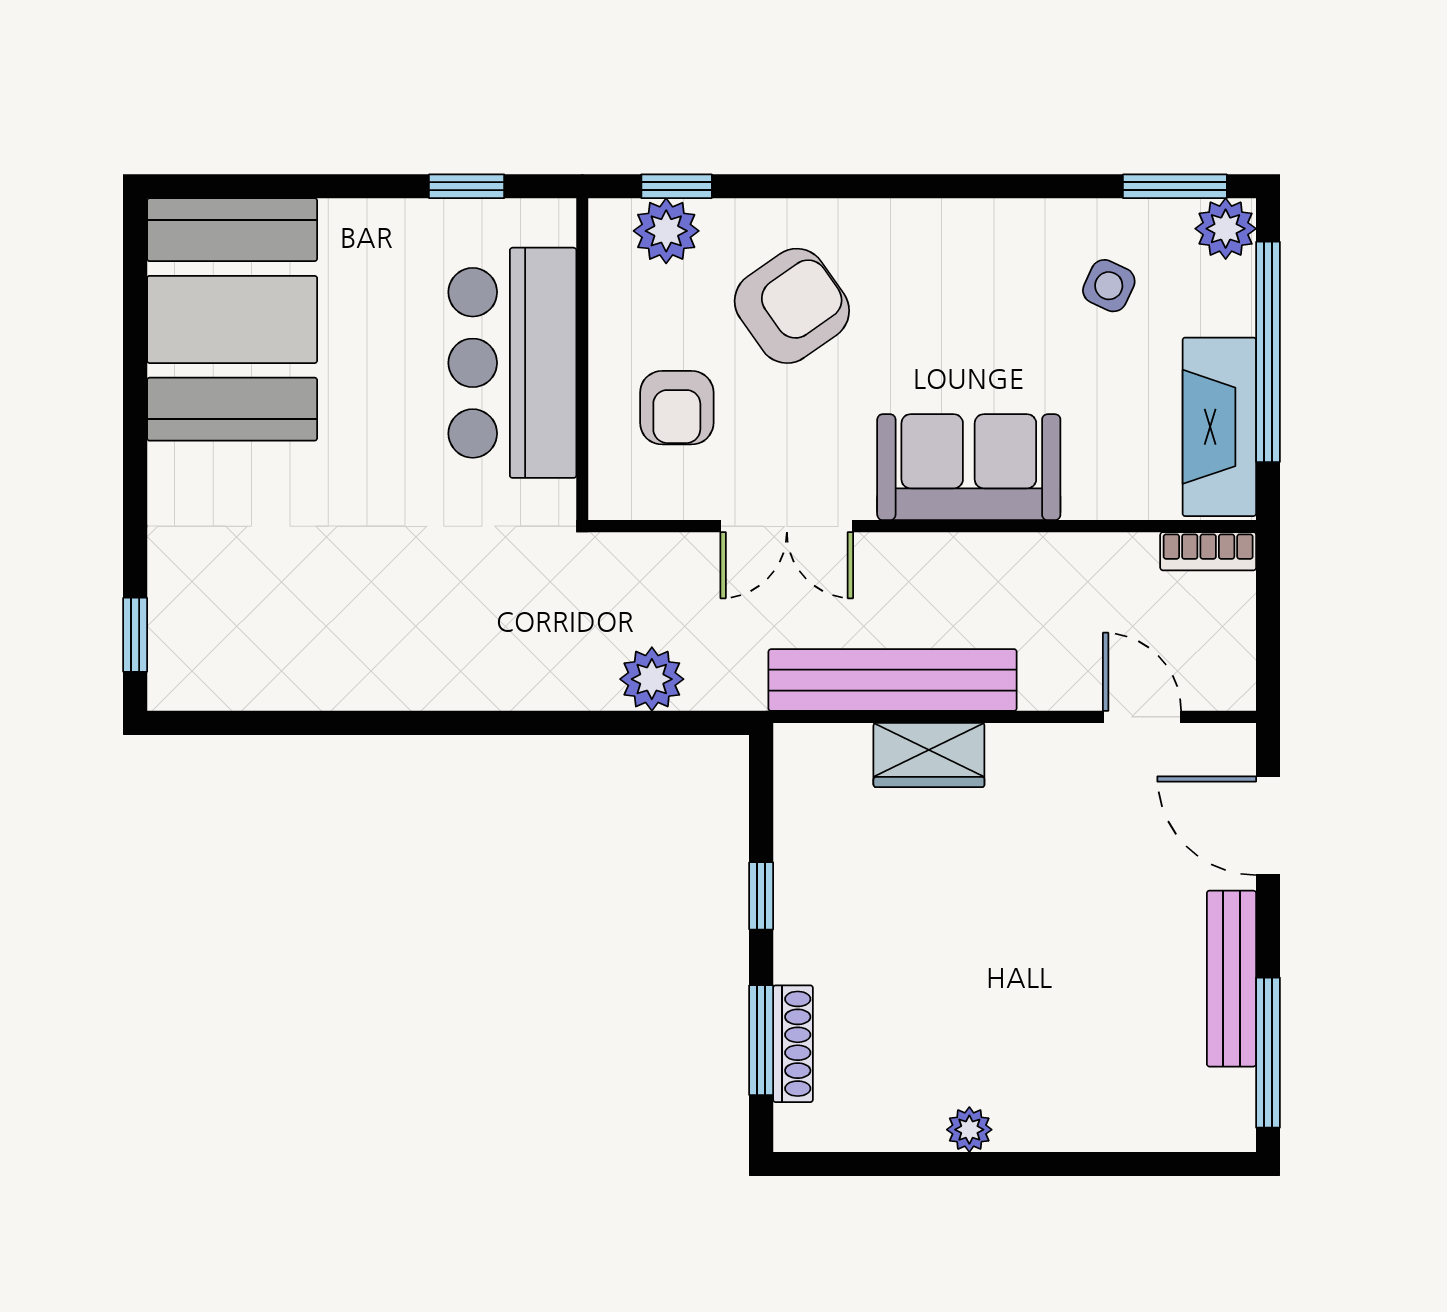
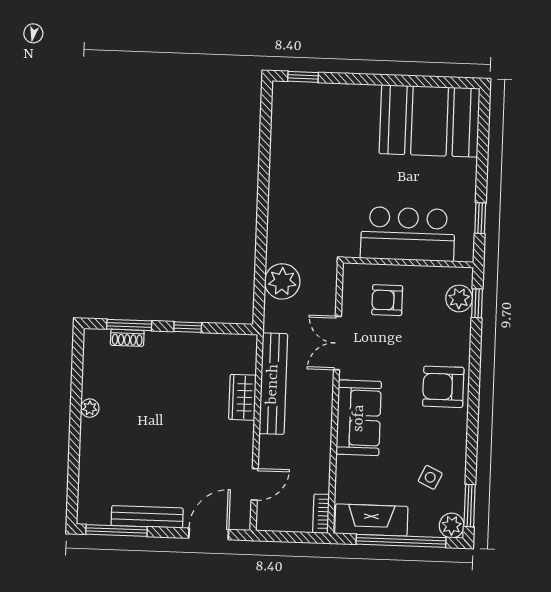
armchair: (792, 306) -> (443, 387), moved, turned 125
plant: (652, 679) -> (282, 281), width x1.36, depth x1.36
shoe rack: (793, 1044) -> (127, 338), width x0.70

